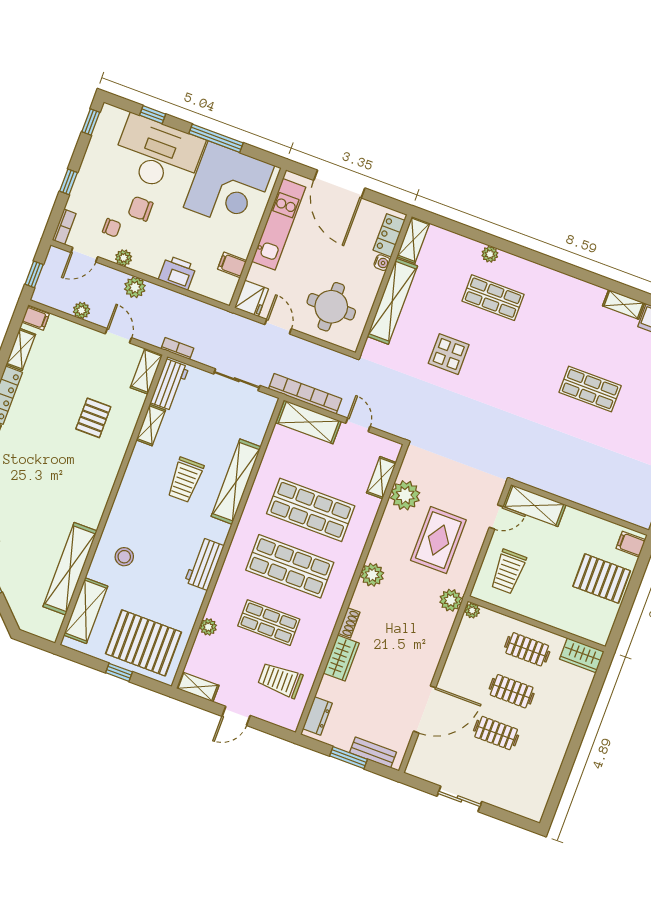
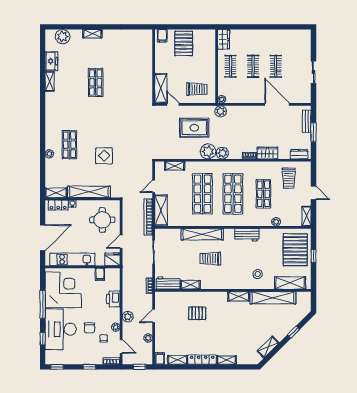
shelving: (146, 371) -> (239, 296), moved
trolley: (185, 480) -> (210, 259), turned 180
plant: (405, 495) -> (208, 151), moved

